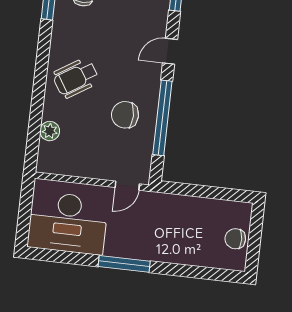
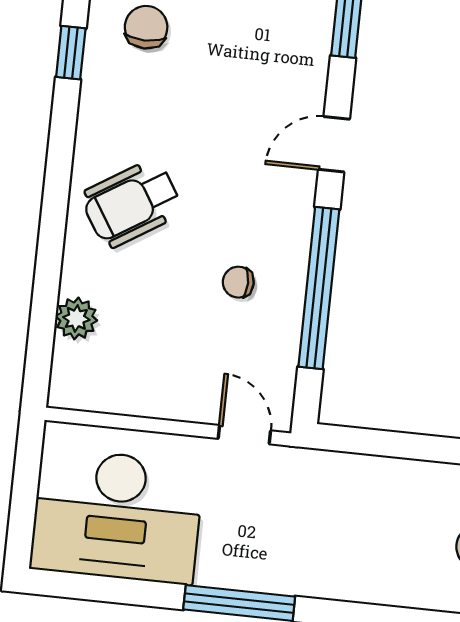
chair: (125, 115) -> (238, 282), width x0.54, depth x0.54
door: (127, 186) -> (244, 435), swing flipped

